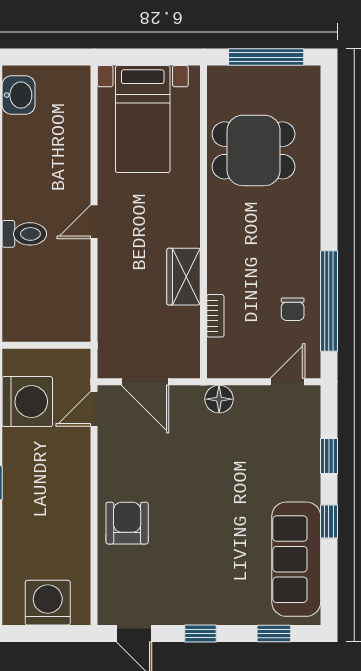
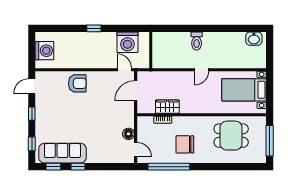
dining table: (254, 150) -> (231, 136), turned 90
door: (94, 222) -> (202, 70), swing flipped
wardrobe: (184, 277) -> (167, 107), moved
chair: (293, 309) -> (185, 144), moved, width x1.87, depth x1.87
floor lamp: (219, 399) -> (128, 134), moved
window: (329, 456) -> (53, 167), moved

